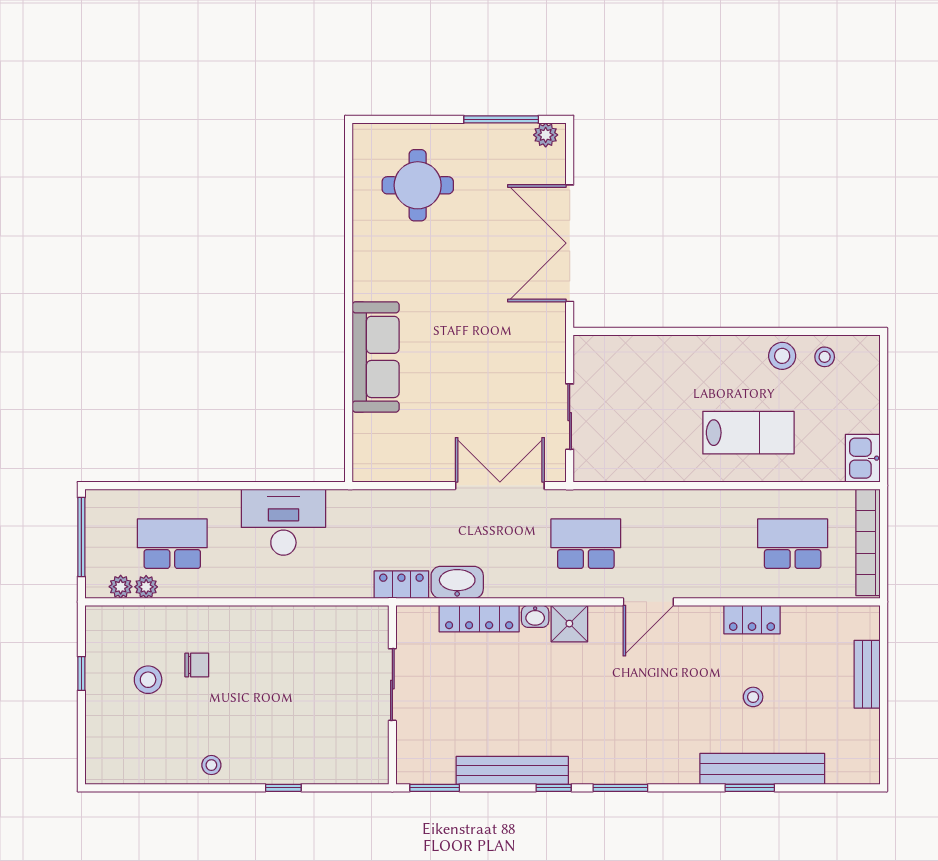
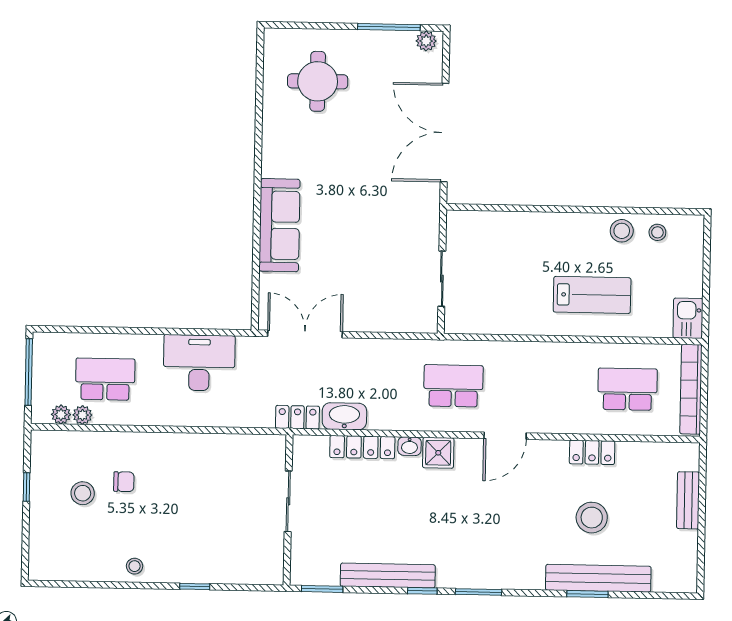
double door: (500, 486) -> (305, 334), moved
stool: (753, 697) -> (592, 518), width x1.89, depth x1.89

